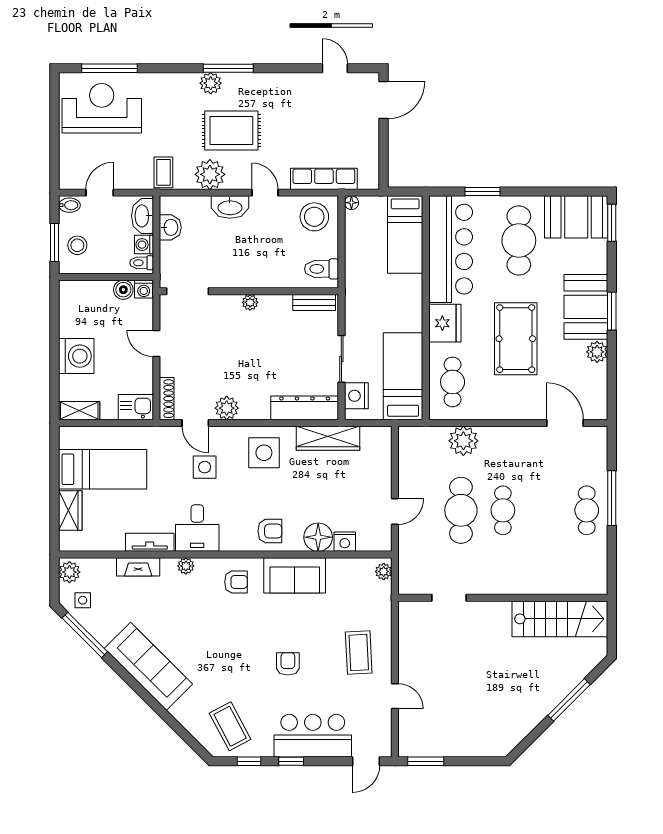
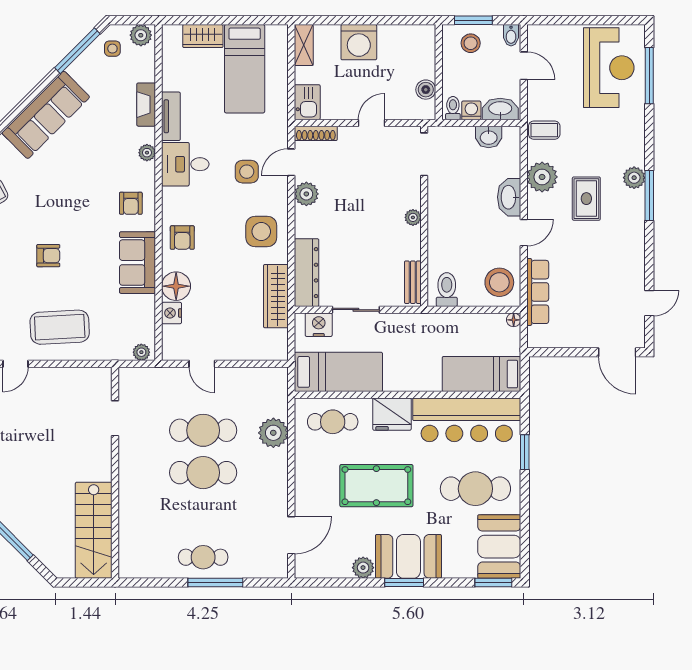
rug: (231, 131) -> (586, 199), width x0.73, depth x0.70
washing machine: (144, 289) -> (426, 110), removed
cafe table: (503, 510) -> (203, 473), width x1.37, depth x1.35
coffee table: (359, 653) -> (60, 327), width x1.36, depth x1.32

